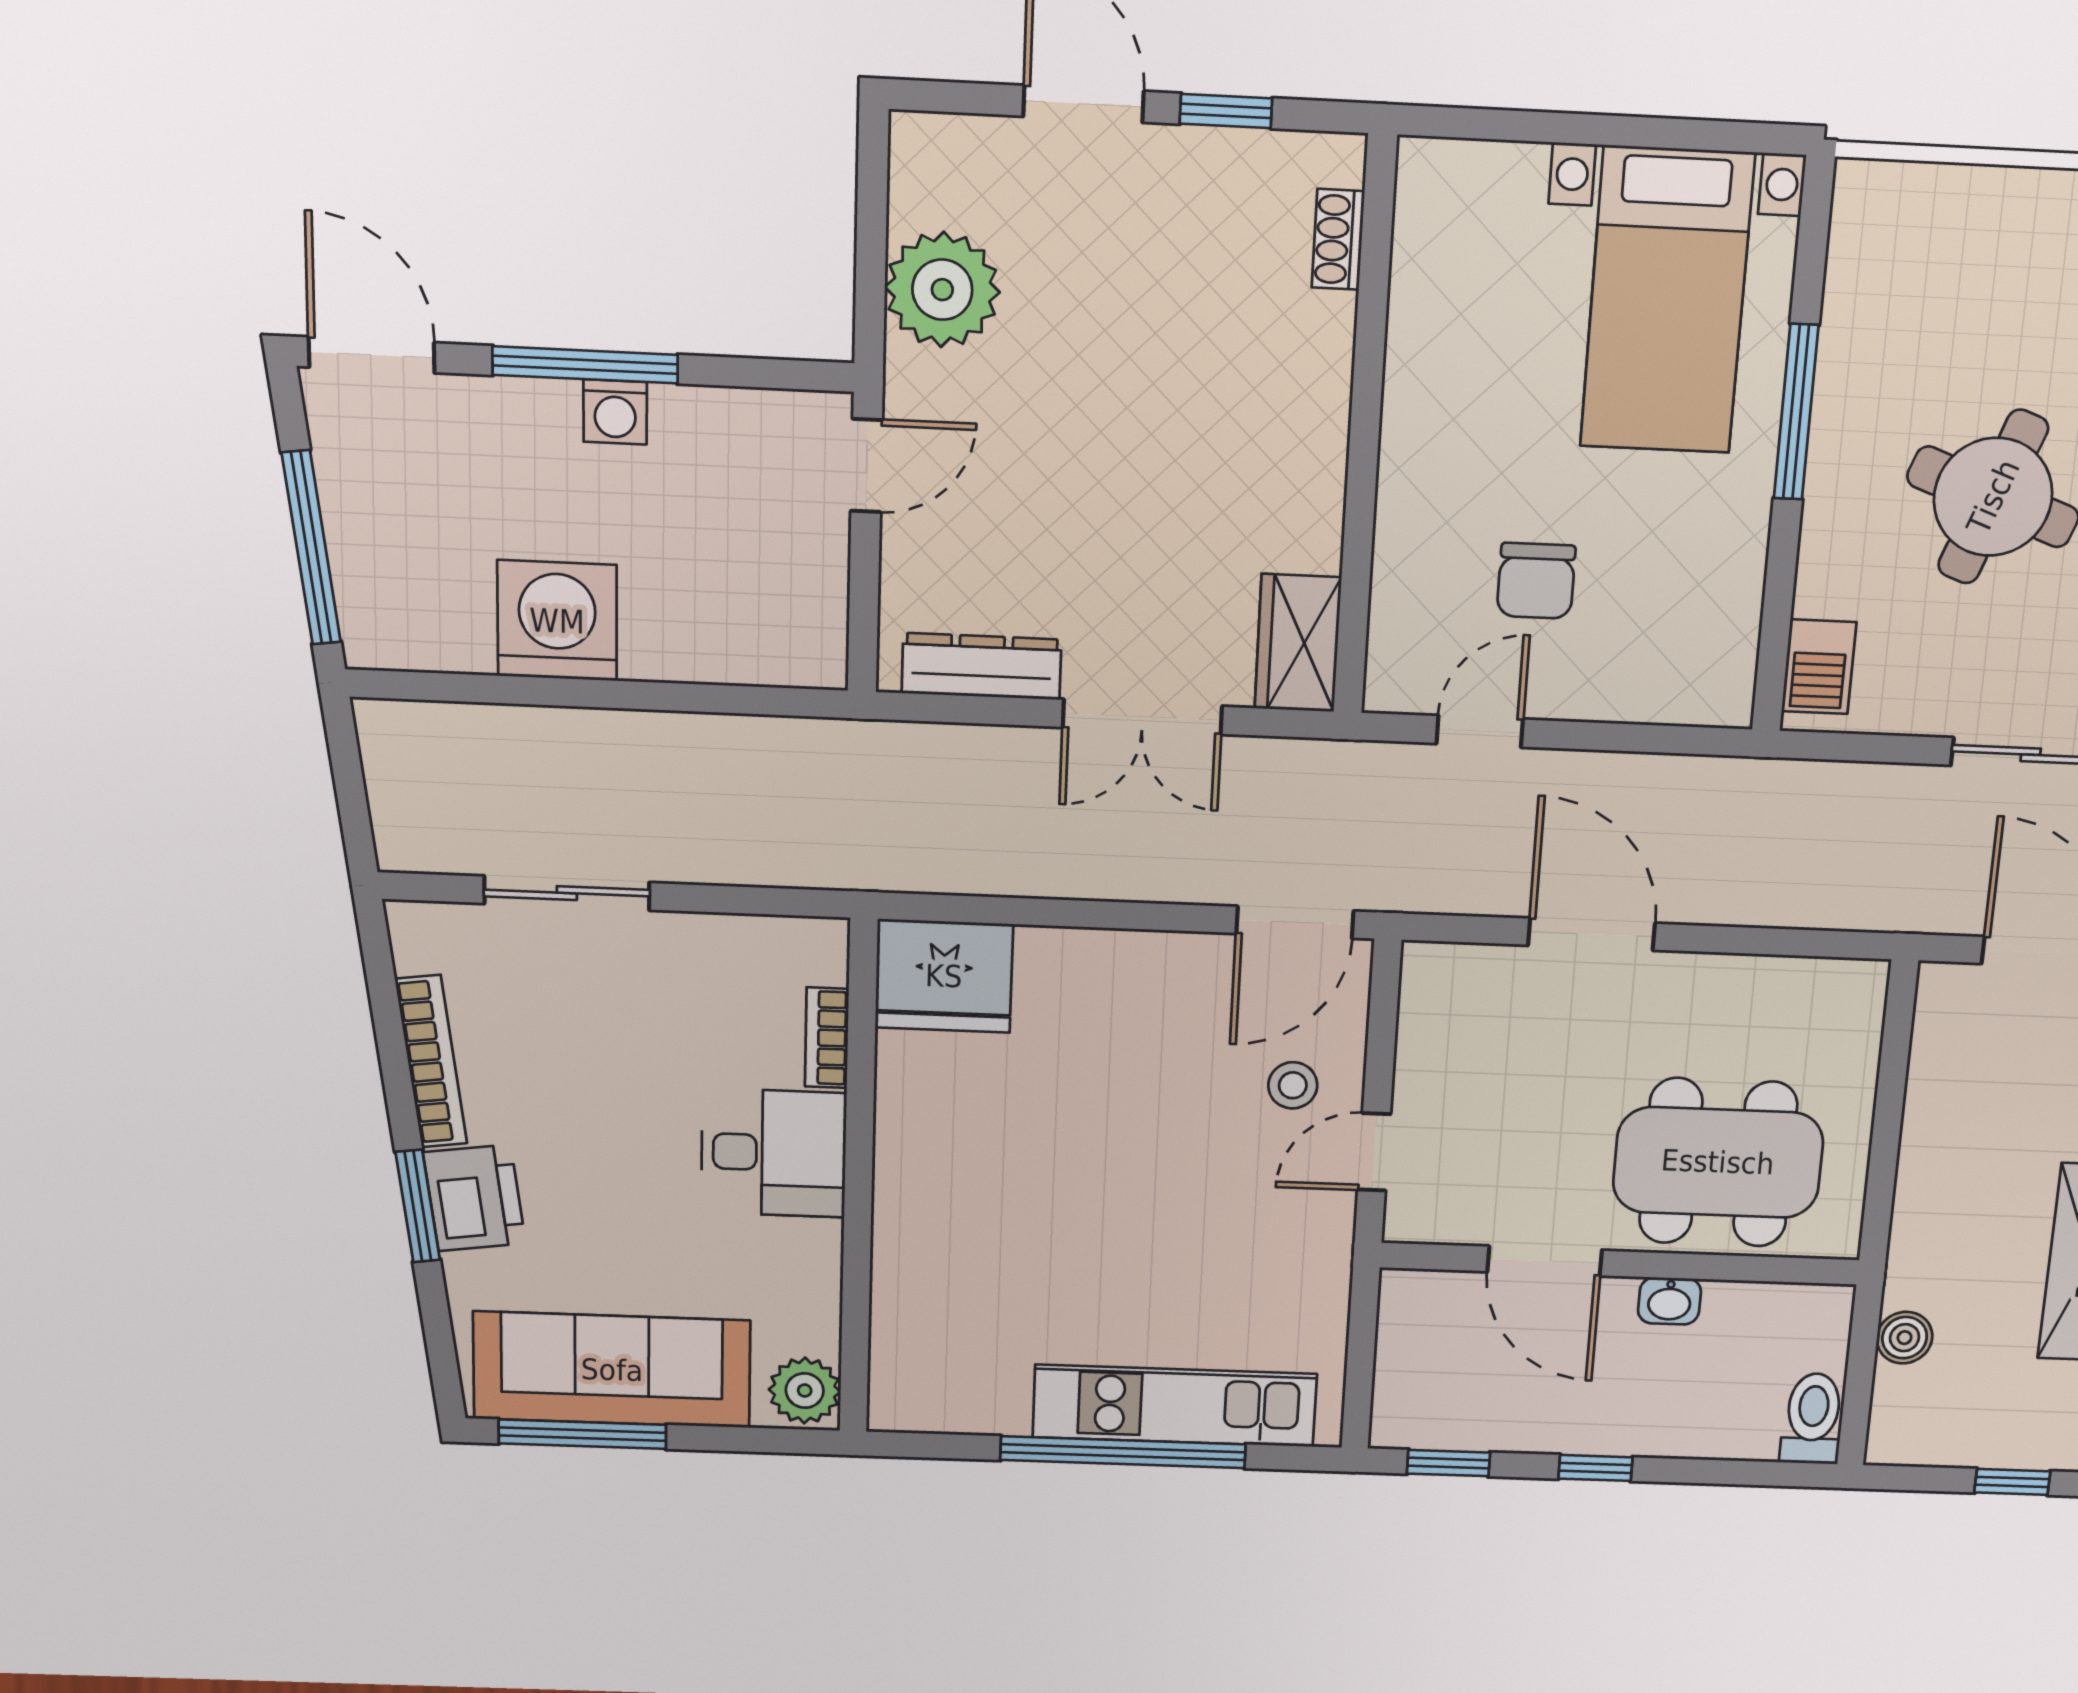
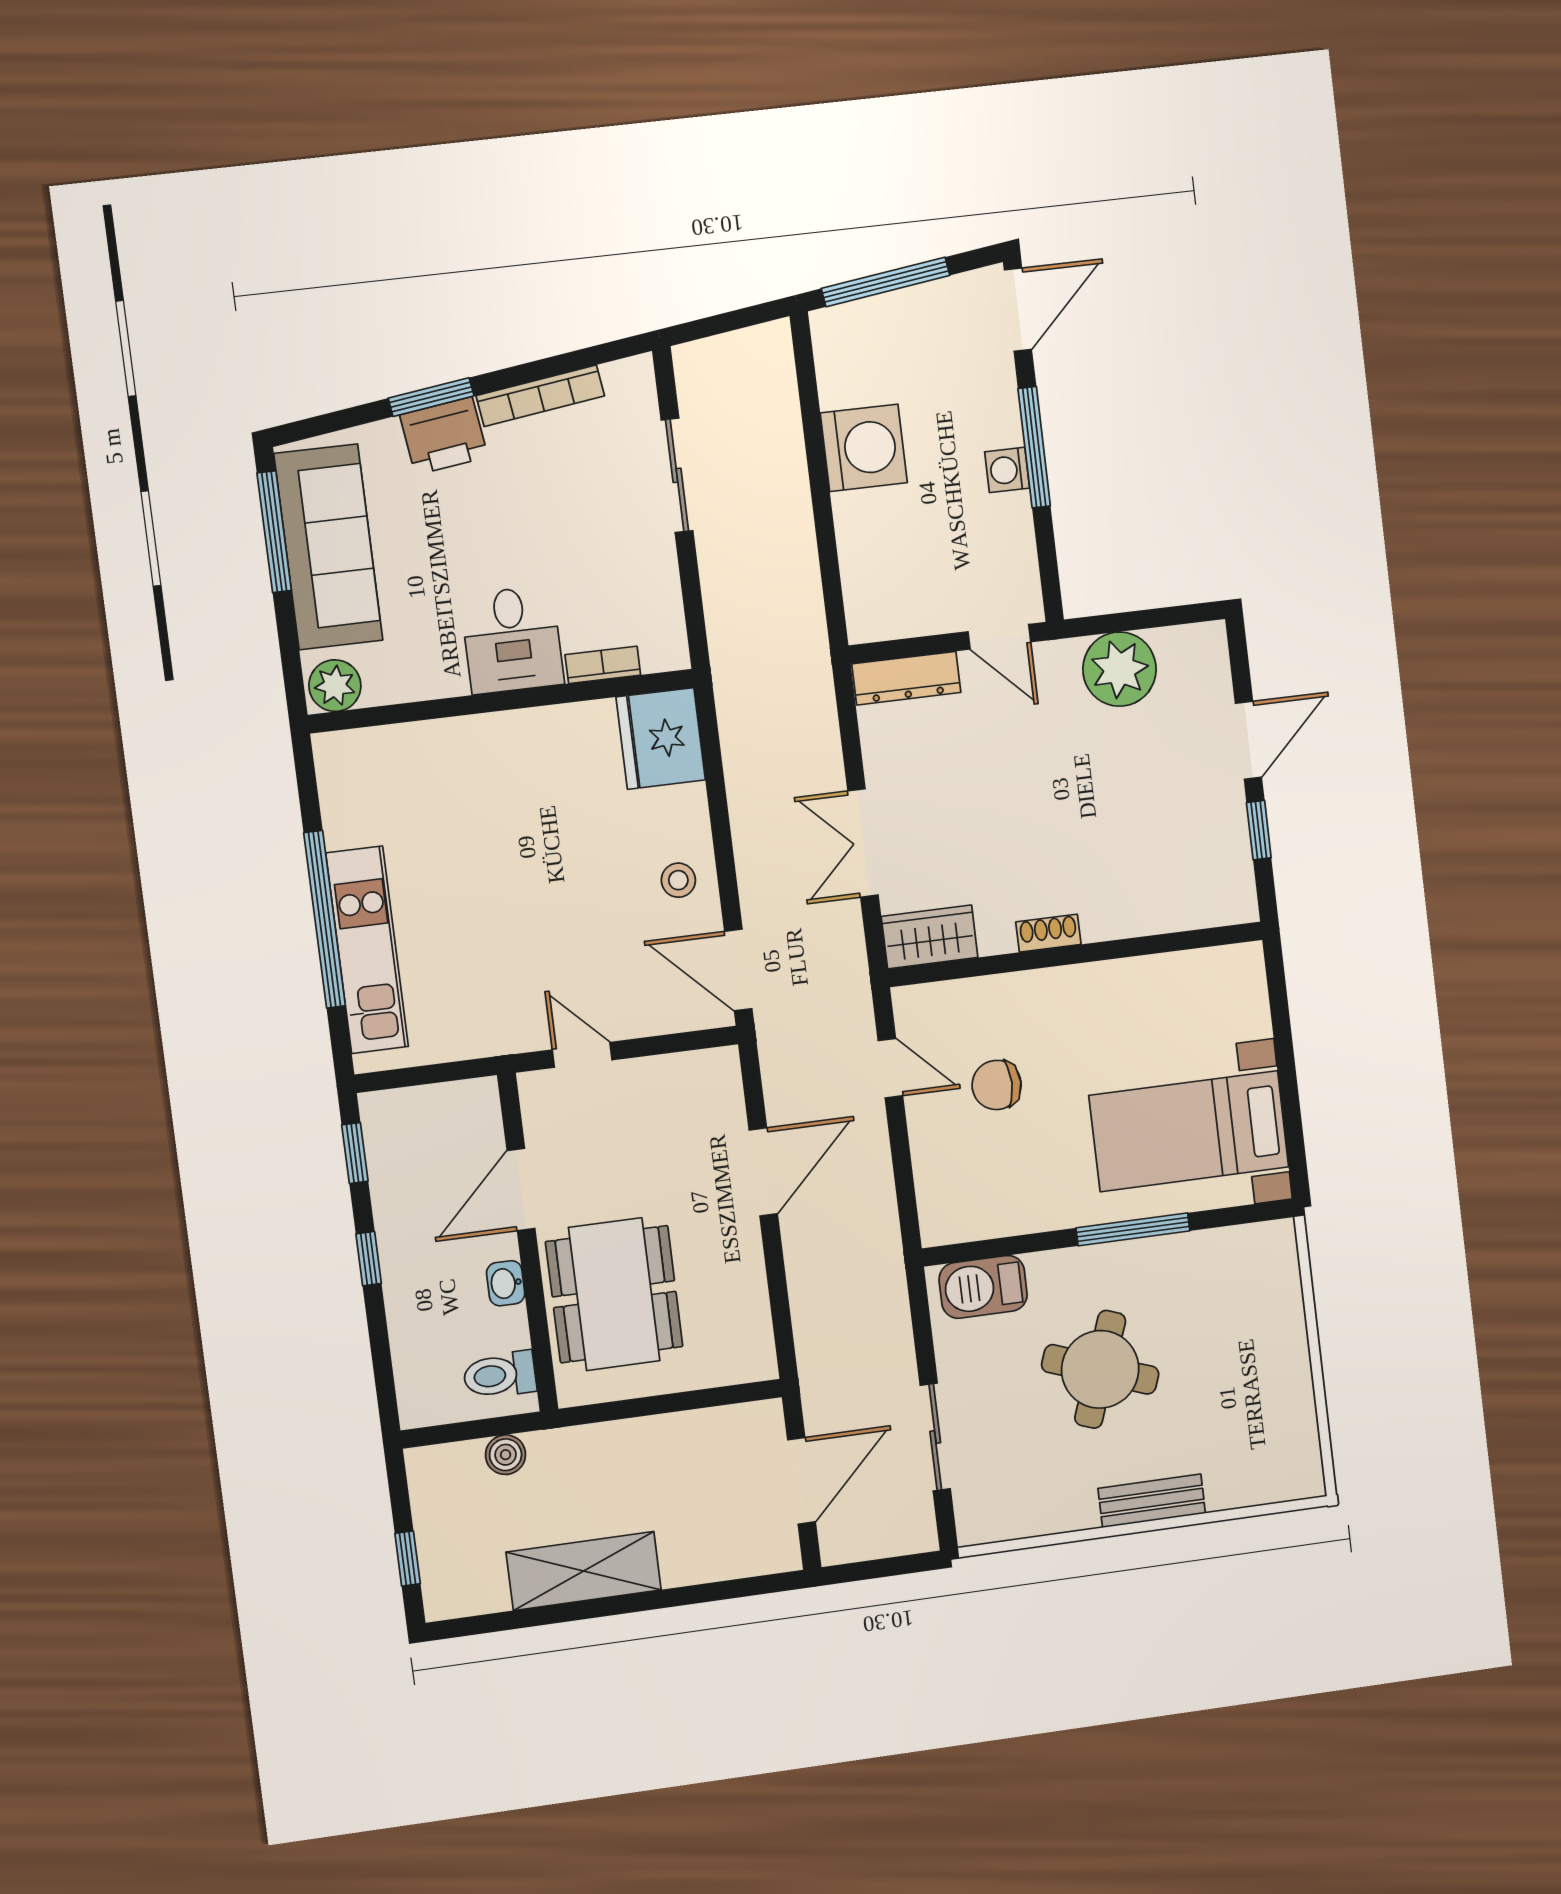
shoe rack: (1338, 239) -> (1048, 933), moved
dresser: (982, 666) -> (906, 678), moved, turned 90
barbecue: (1819, 667) -> (983, 1287), width x1.38, depth x1.27
stool: (1293, 1085) -> (678, 880), moved
toilet: (1813, 1419) -> (500, 1375), moved, turned 180

